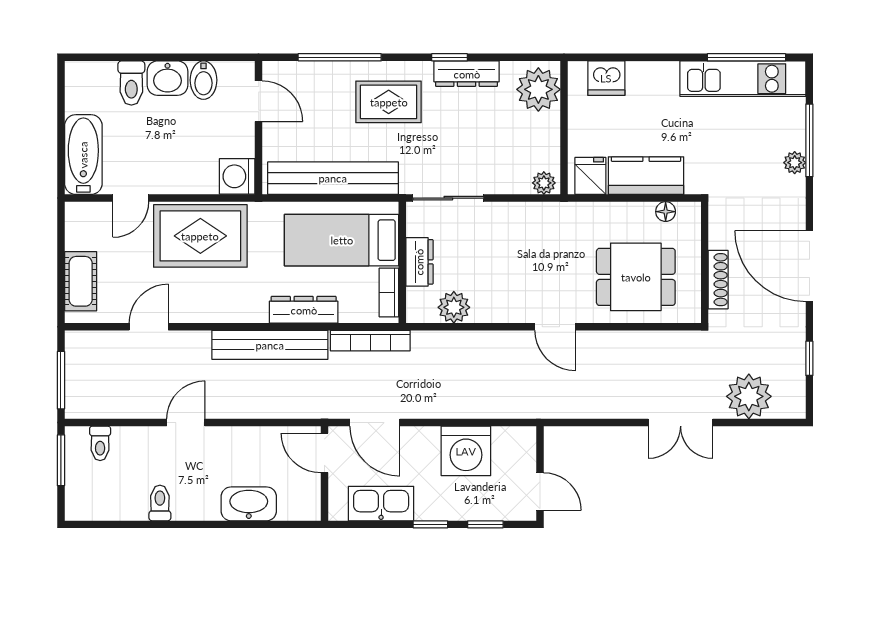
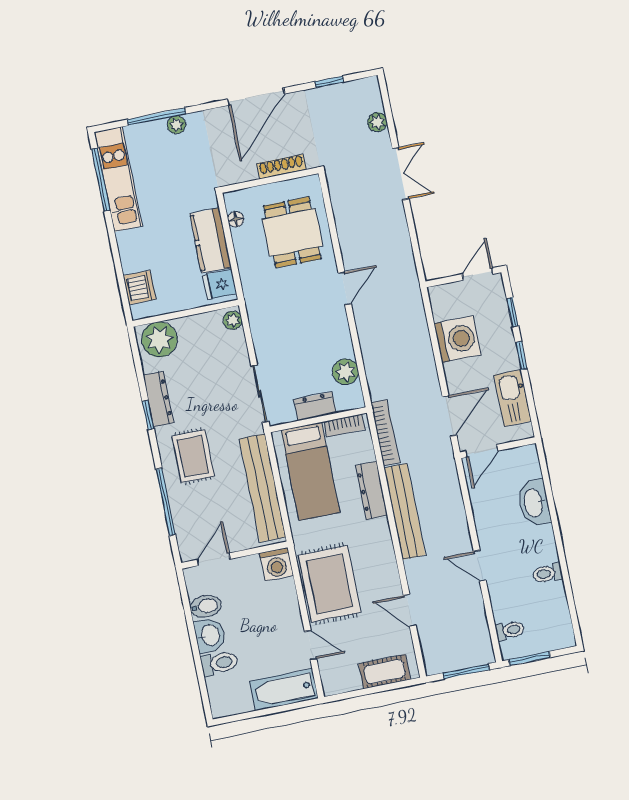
plant: (749, 396) -> (377, 122), width x0.53, depth x0.53

